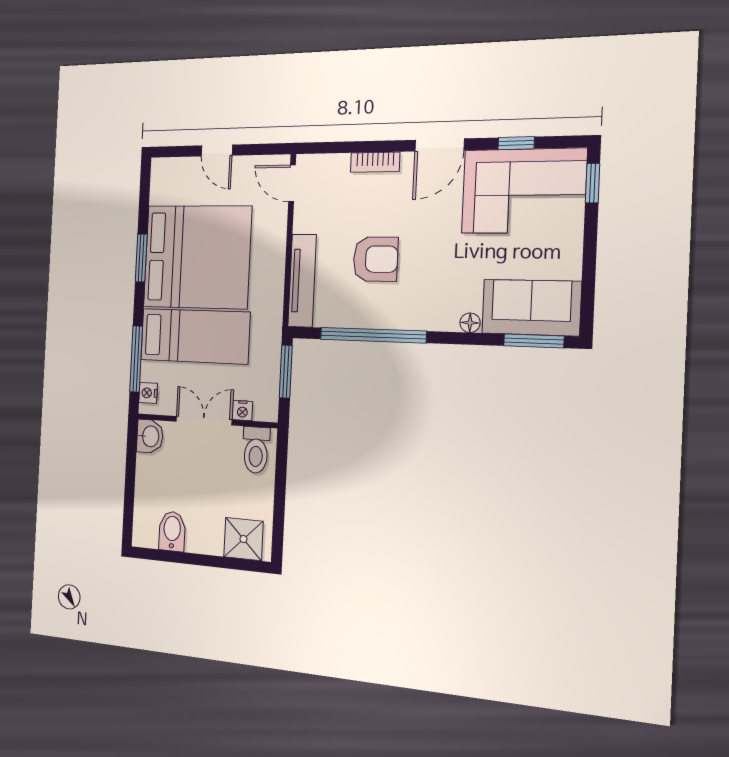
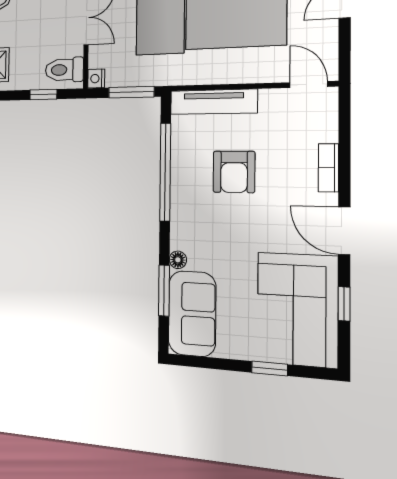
door: (292, 183) -> (309, 85), hinge flipped
window: (593, 183) -> (270, 369), moved
window: (534, 341) -> (164, 291), moved
nightstand: (242, 411) -> (96, 79), moved
window: (281, 478) -> (43, 95), added

